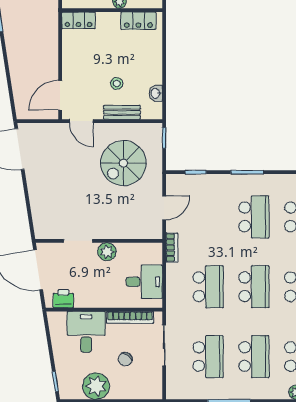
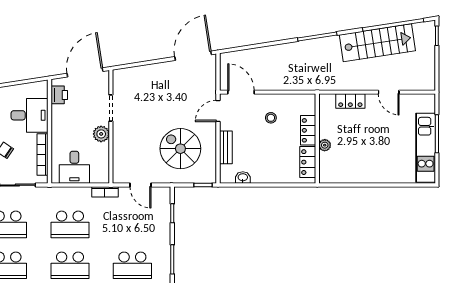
locker: (79, 20) -> (308, 130), moved
stool: (117, 83) -> (271, 118), moved

